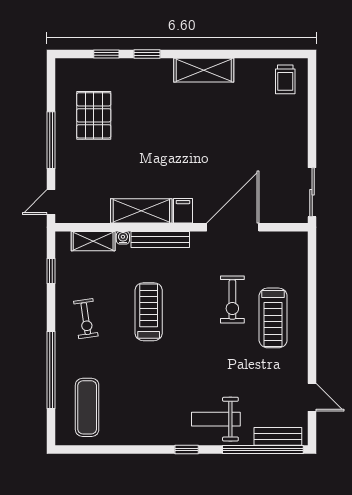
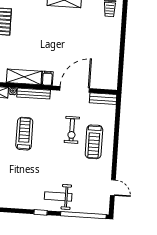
sliding door: (312, 192) -> (120, 73), removed
bench: (278, 436) -> (103, 99), moved

